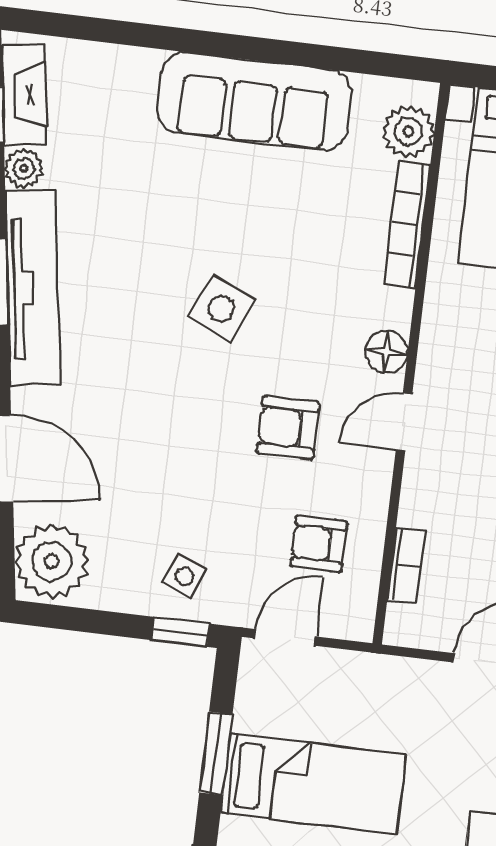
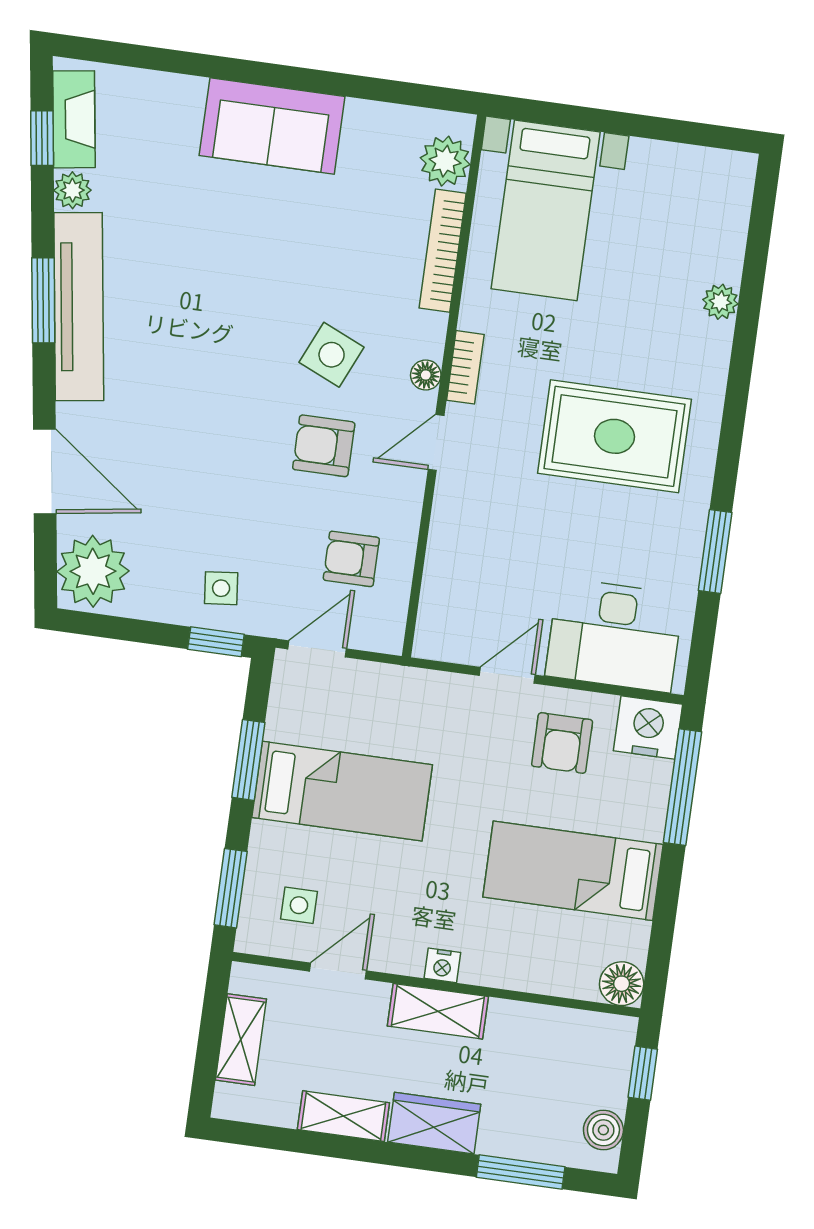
sofa: (254, 101) -> (272, 126), width x0.73
side table: (221, 308) -> (332, 355), moved
floor lamp: (386, 352) -> (426, 375), width x0.73, depth x0.73
bookcase: (406, 566) -> (465, 367), moved
side table: (185, 576) -> (221, 588), turned -30

